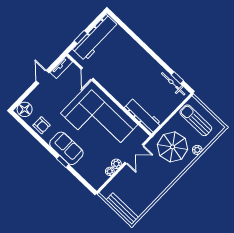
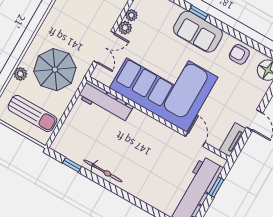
bicycle: (173, 84) -> (103, 171), moved
double door: (134, 154) -> (104, 47), swing flipped

